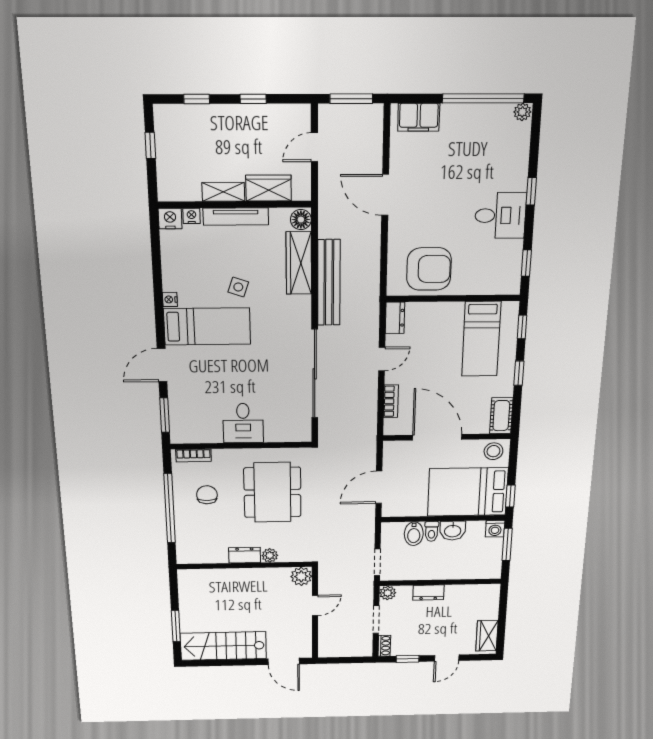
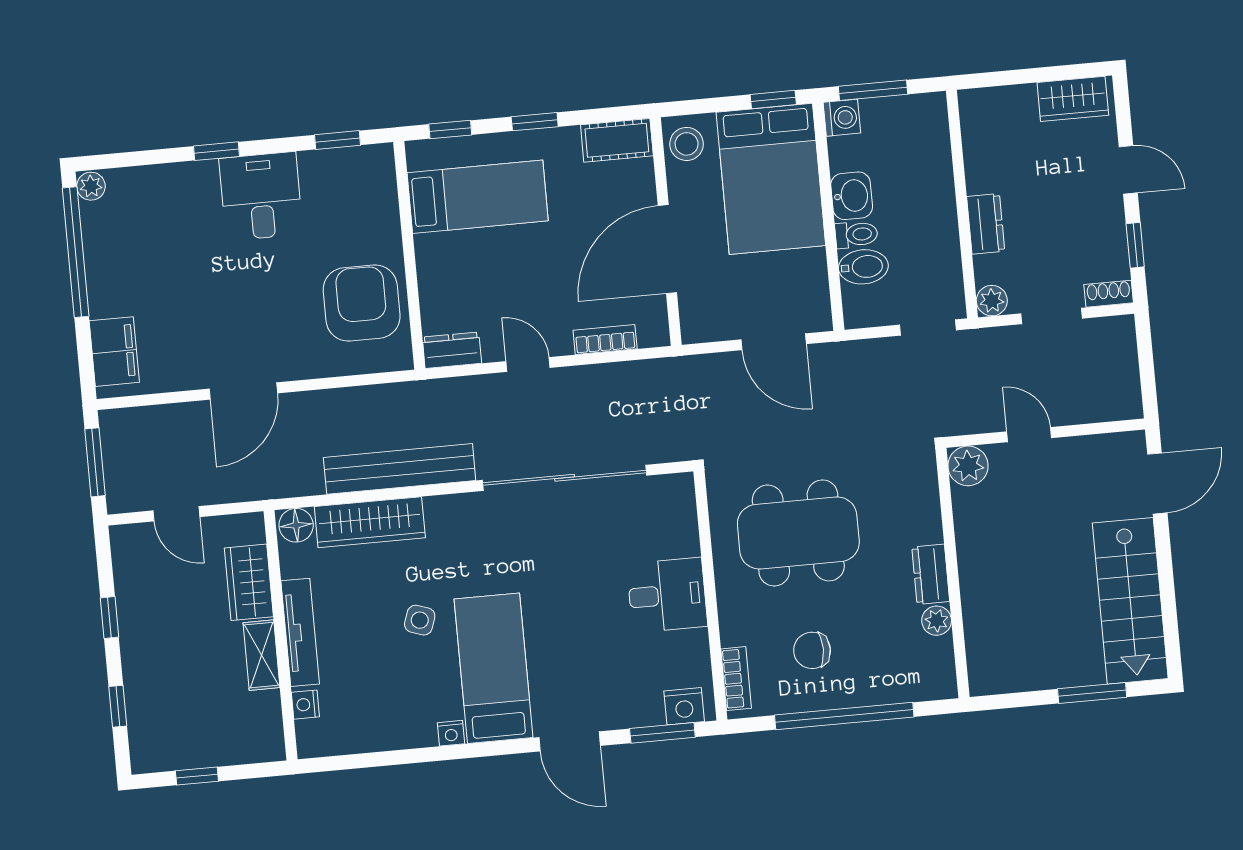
nightstand: (170, 219) -> (684, 706), moved, turned -90
plant: (270, 555) -> (937, 621), moved

